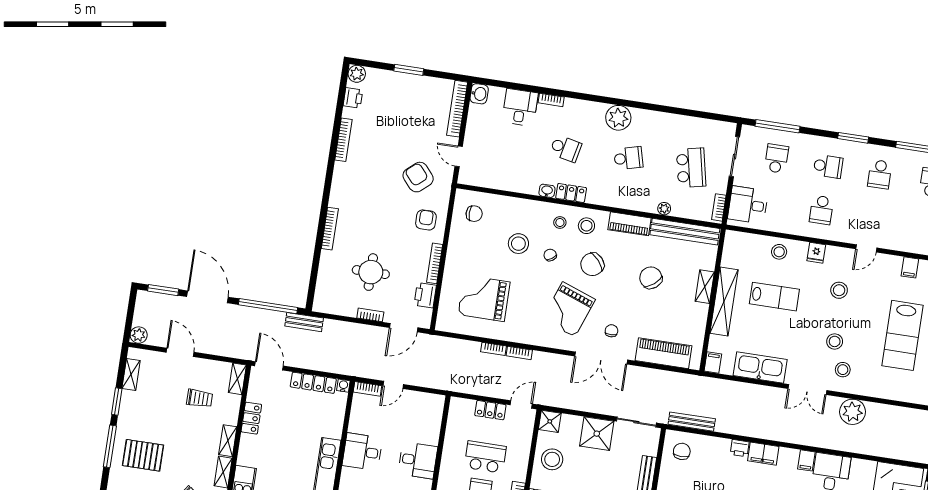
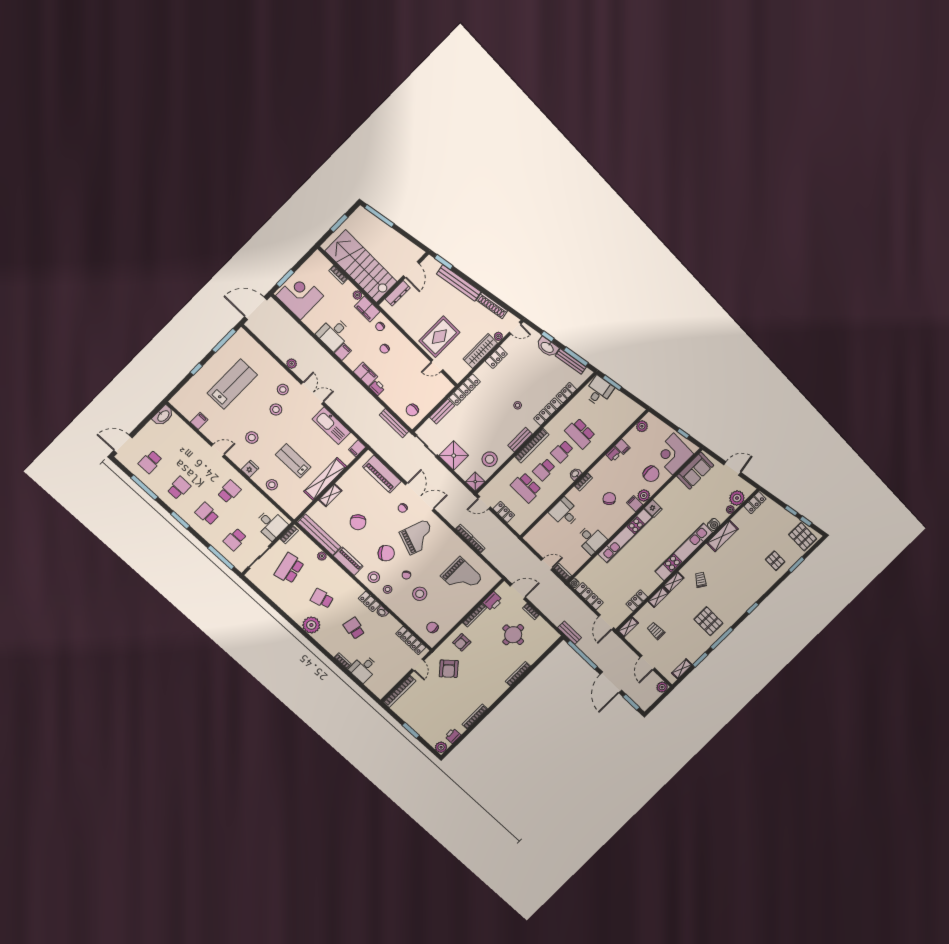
washbasin: (479, 94) -> (381, 691), removed
locker: (488, 180) -> (411, 641), added
plant: (853, 412) -> (292, 364), width x0.53, depth x0.53

